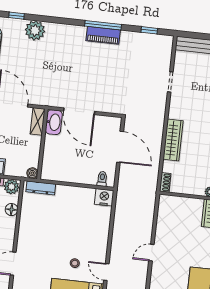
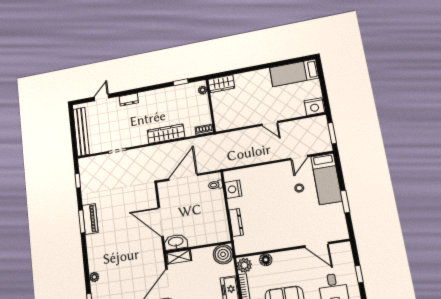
window: (103, 25) -> (82, 221), width x0.69
plant: (35, 30) -> (94, 277), width x0.53, depth x0.53
door: (79, 111) -> (161, 222), swing flipped
boiler: (32, 173) -> (223, 254), width x1.86, depth x1.86
dresser: (41, 188) -> (236, 222), moved
nightstand: (104, 197) -> (233, 189), moved

